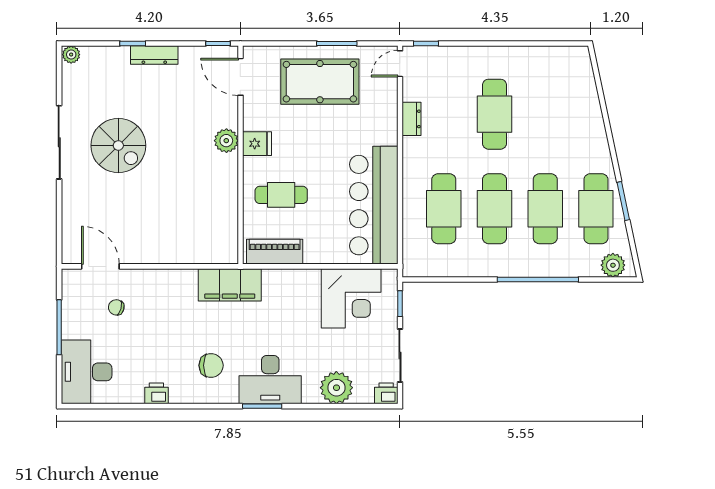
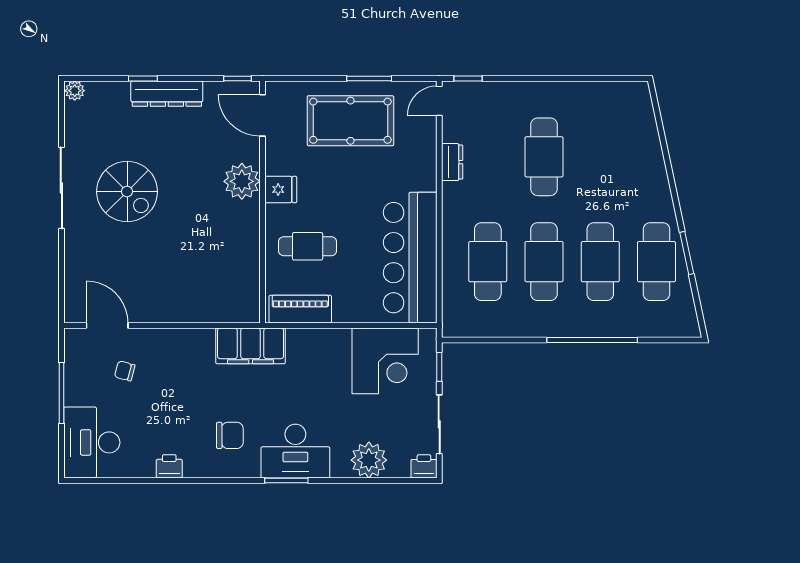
dresser: (154, 55) -> (167, 94), width x1.37, depth x1.24
plant: (226, 141) -> (242, 181), width x1.36, depth x1.36
plant: (613, 265) -> (675, 324), removed

